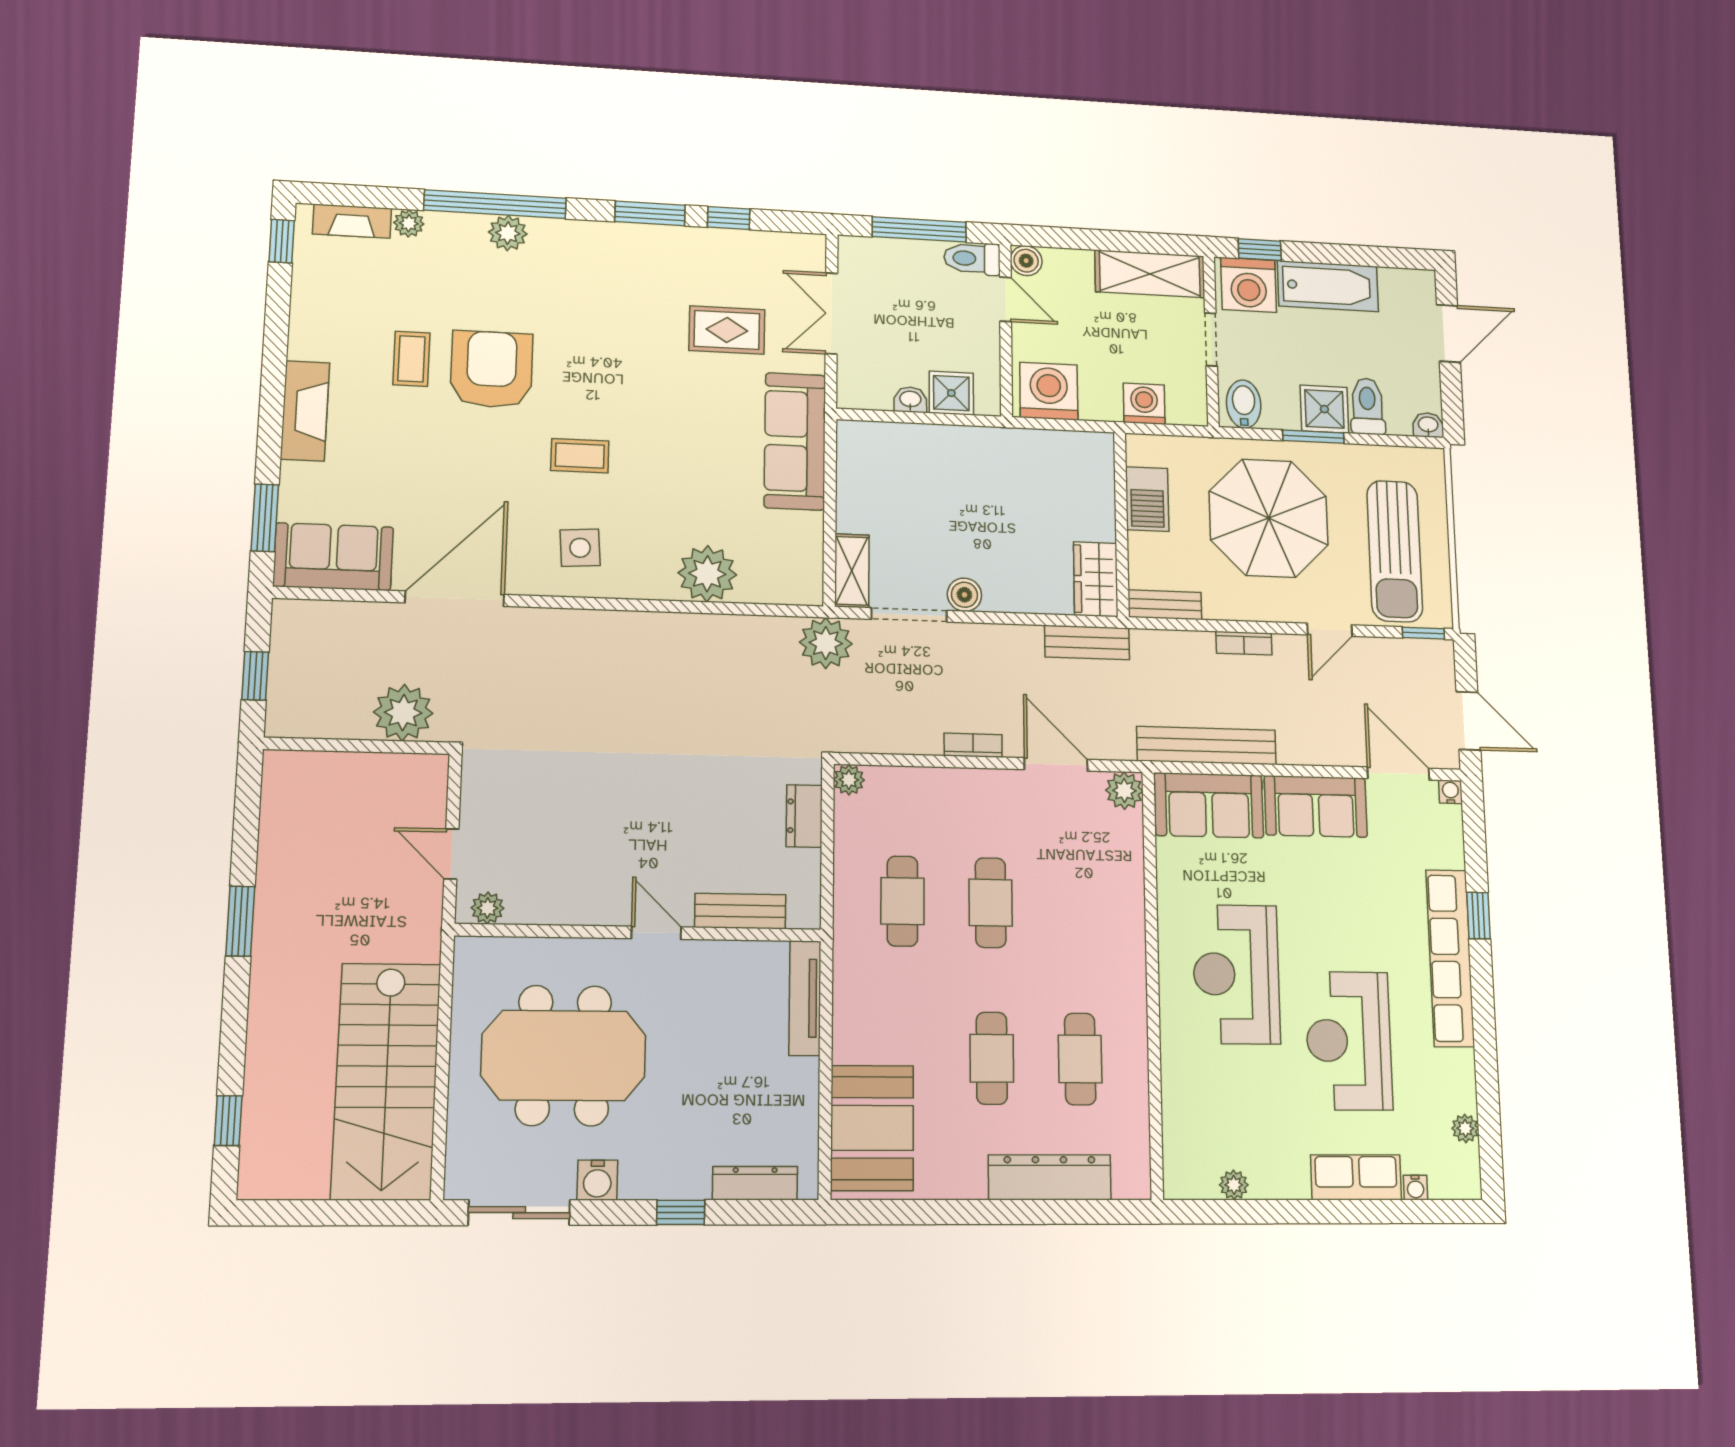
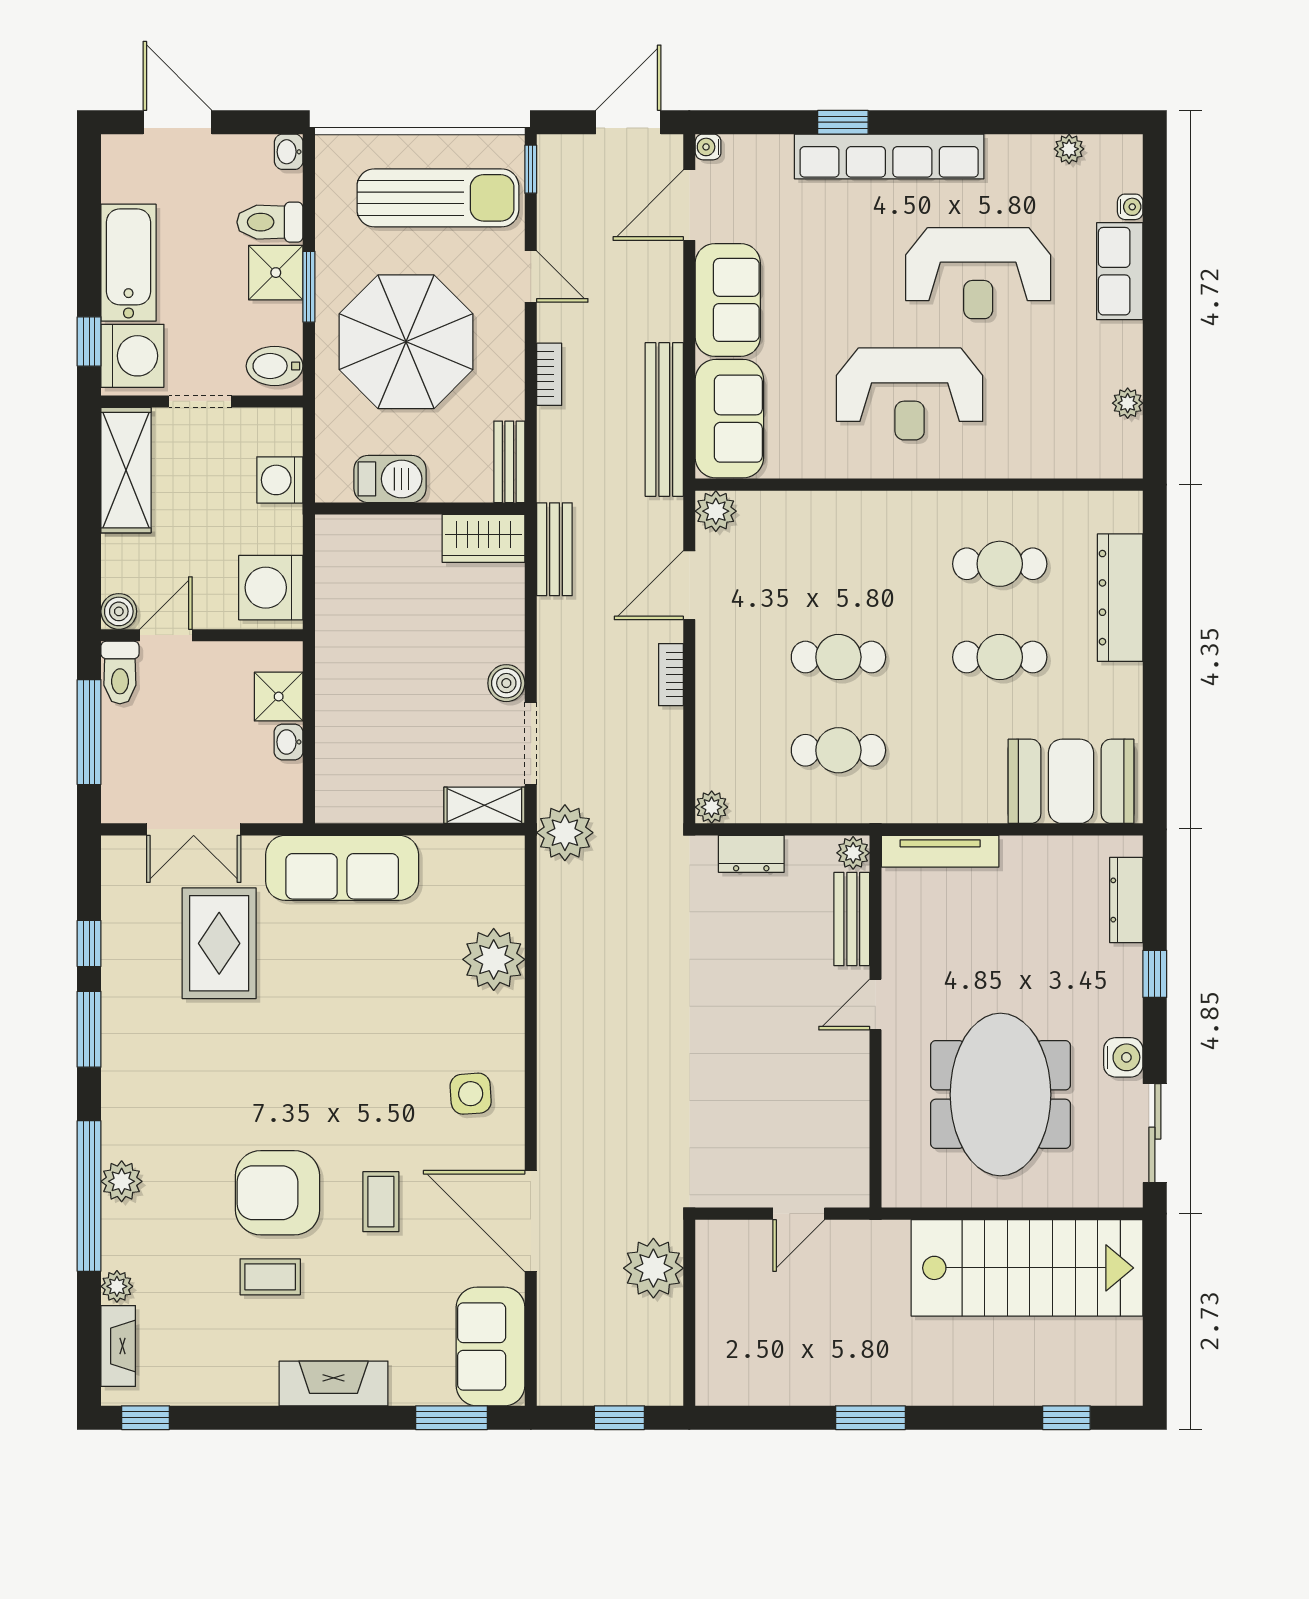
rug: (727, 330) -> (219, 943), width x1.36, depth x1.43
coffee table: (580, 456) -> (381, 1202), moved
plant: (488, 908) -> (853, 853), moved

